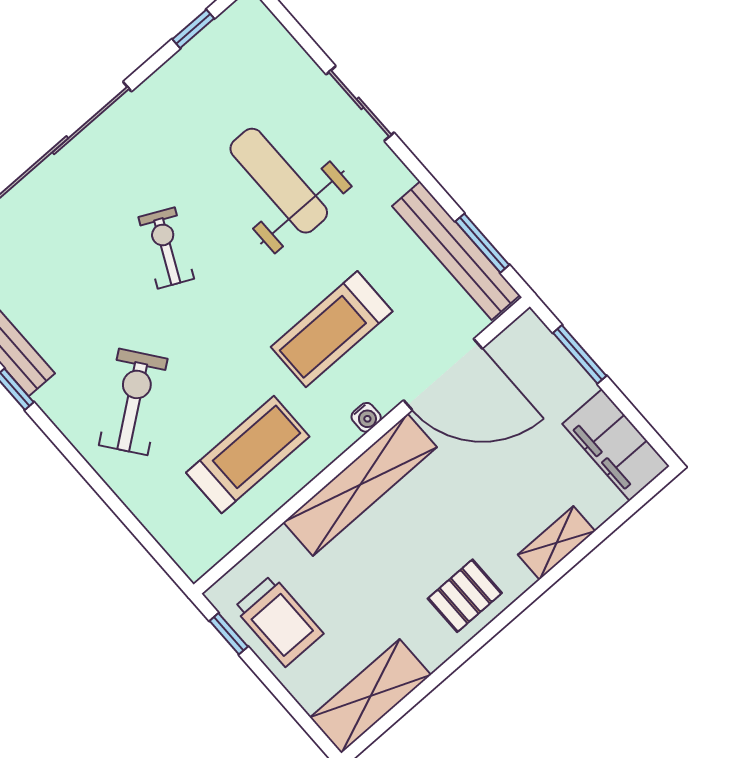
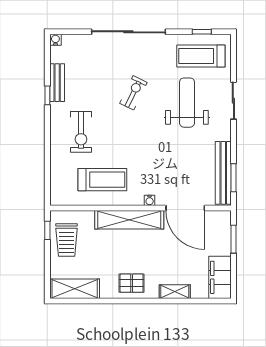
treadmill: (332, 329) -> (201, 56), moved
exercise bike: (133, 402) -> (81, 132), turned 127

